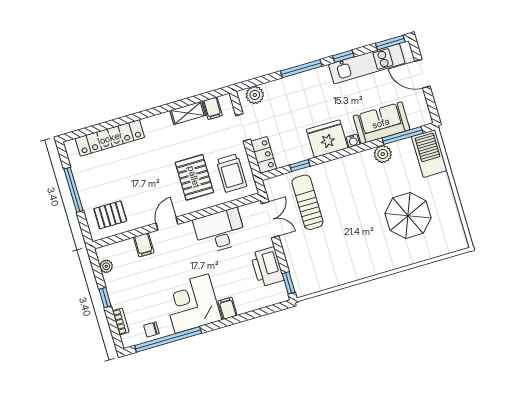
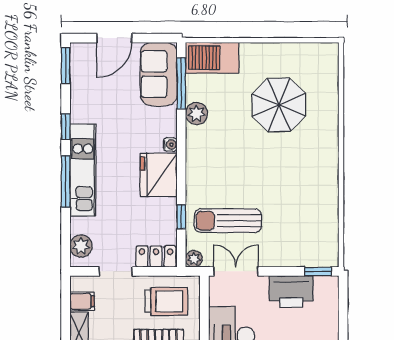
kitchen unit: (367, 64) -> (83, 170), moved
sofa: (381, 123) -> (159, 74), moved
plant: (270, 185) -> (194, 259), added

